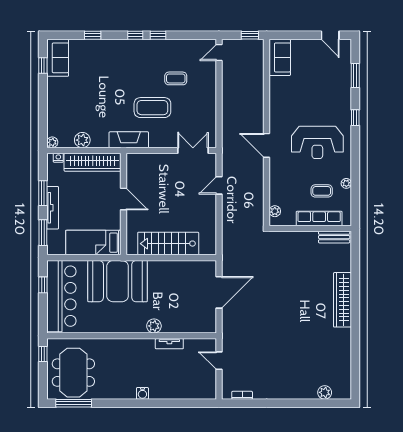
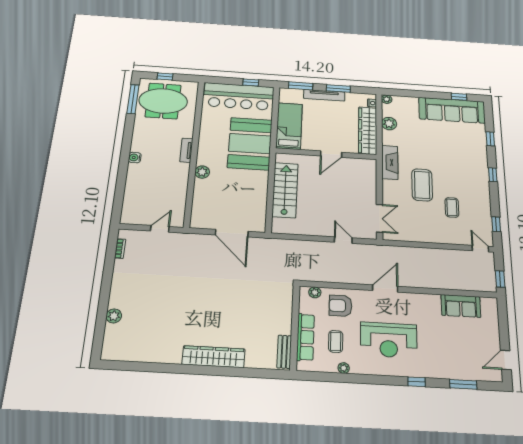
window: (158, 35) -> (496, 224), moved
sofa: (280, 57) -> (461, 306), moved
sofa: (58, 58) -> (452, 110), width x1.85, depth x1.27
reception desk: (317, 142) -> (389, 340), turned -90
armchair: (287, 187) -> (340, 306), added
tv unit: (169, 344) -> (186, 150), moved
window: (43, 354) -> (165, 77), moved
plant: (325, 392) -> (114, 316), moved

